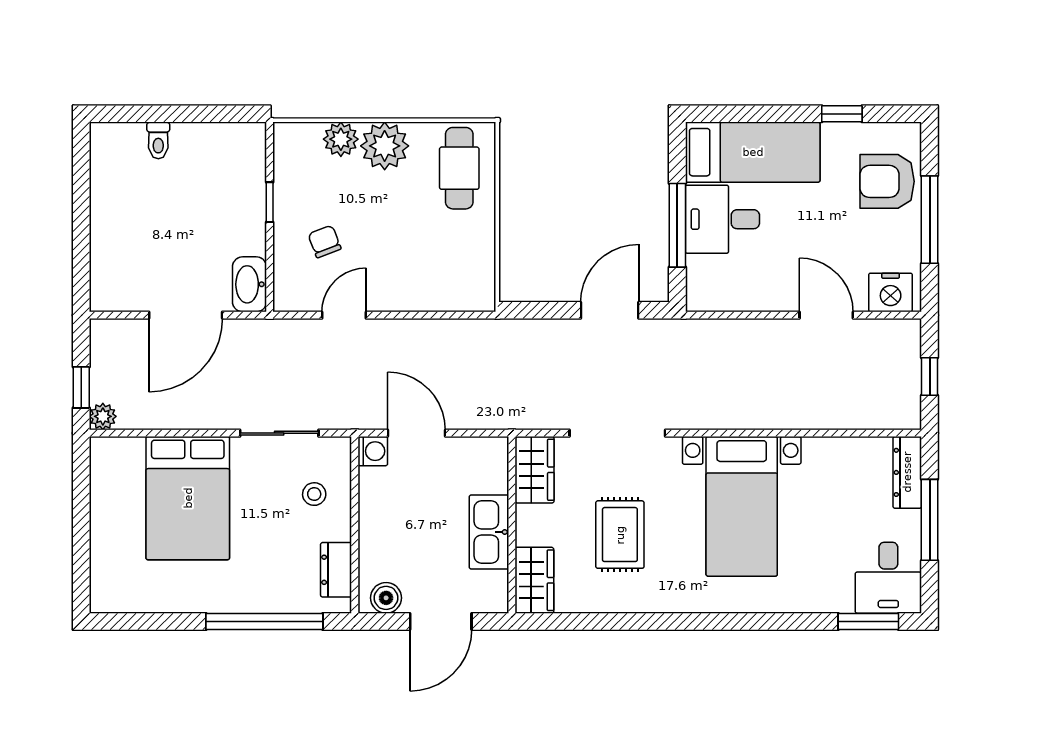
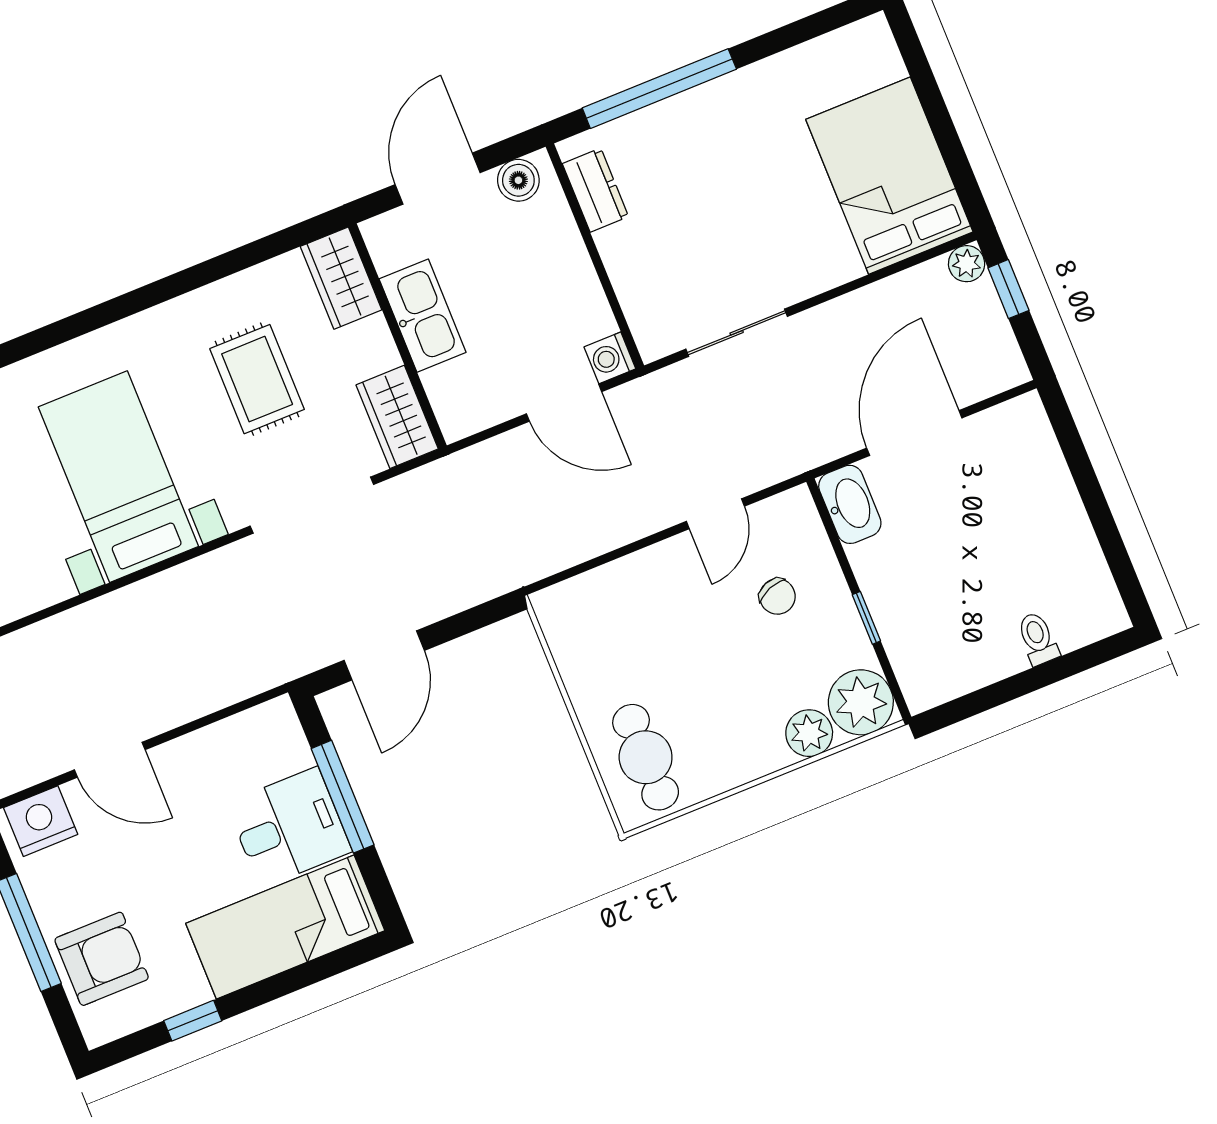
plant: (385, 146) -> (861, 702), moved
stool: (314, 494) -> (662, 274), removed
bed: (188, 498) -> (889, 176), moved

